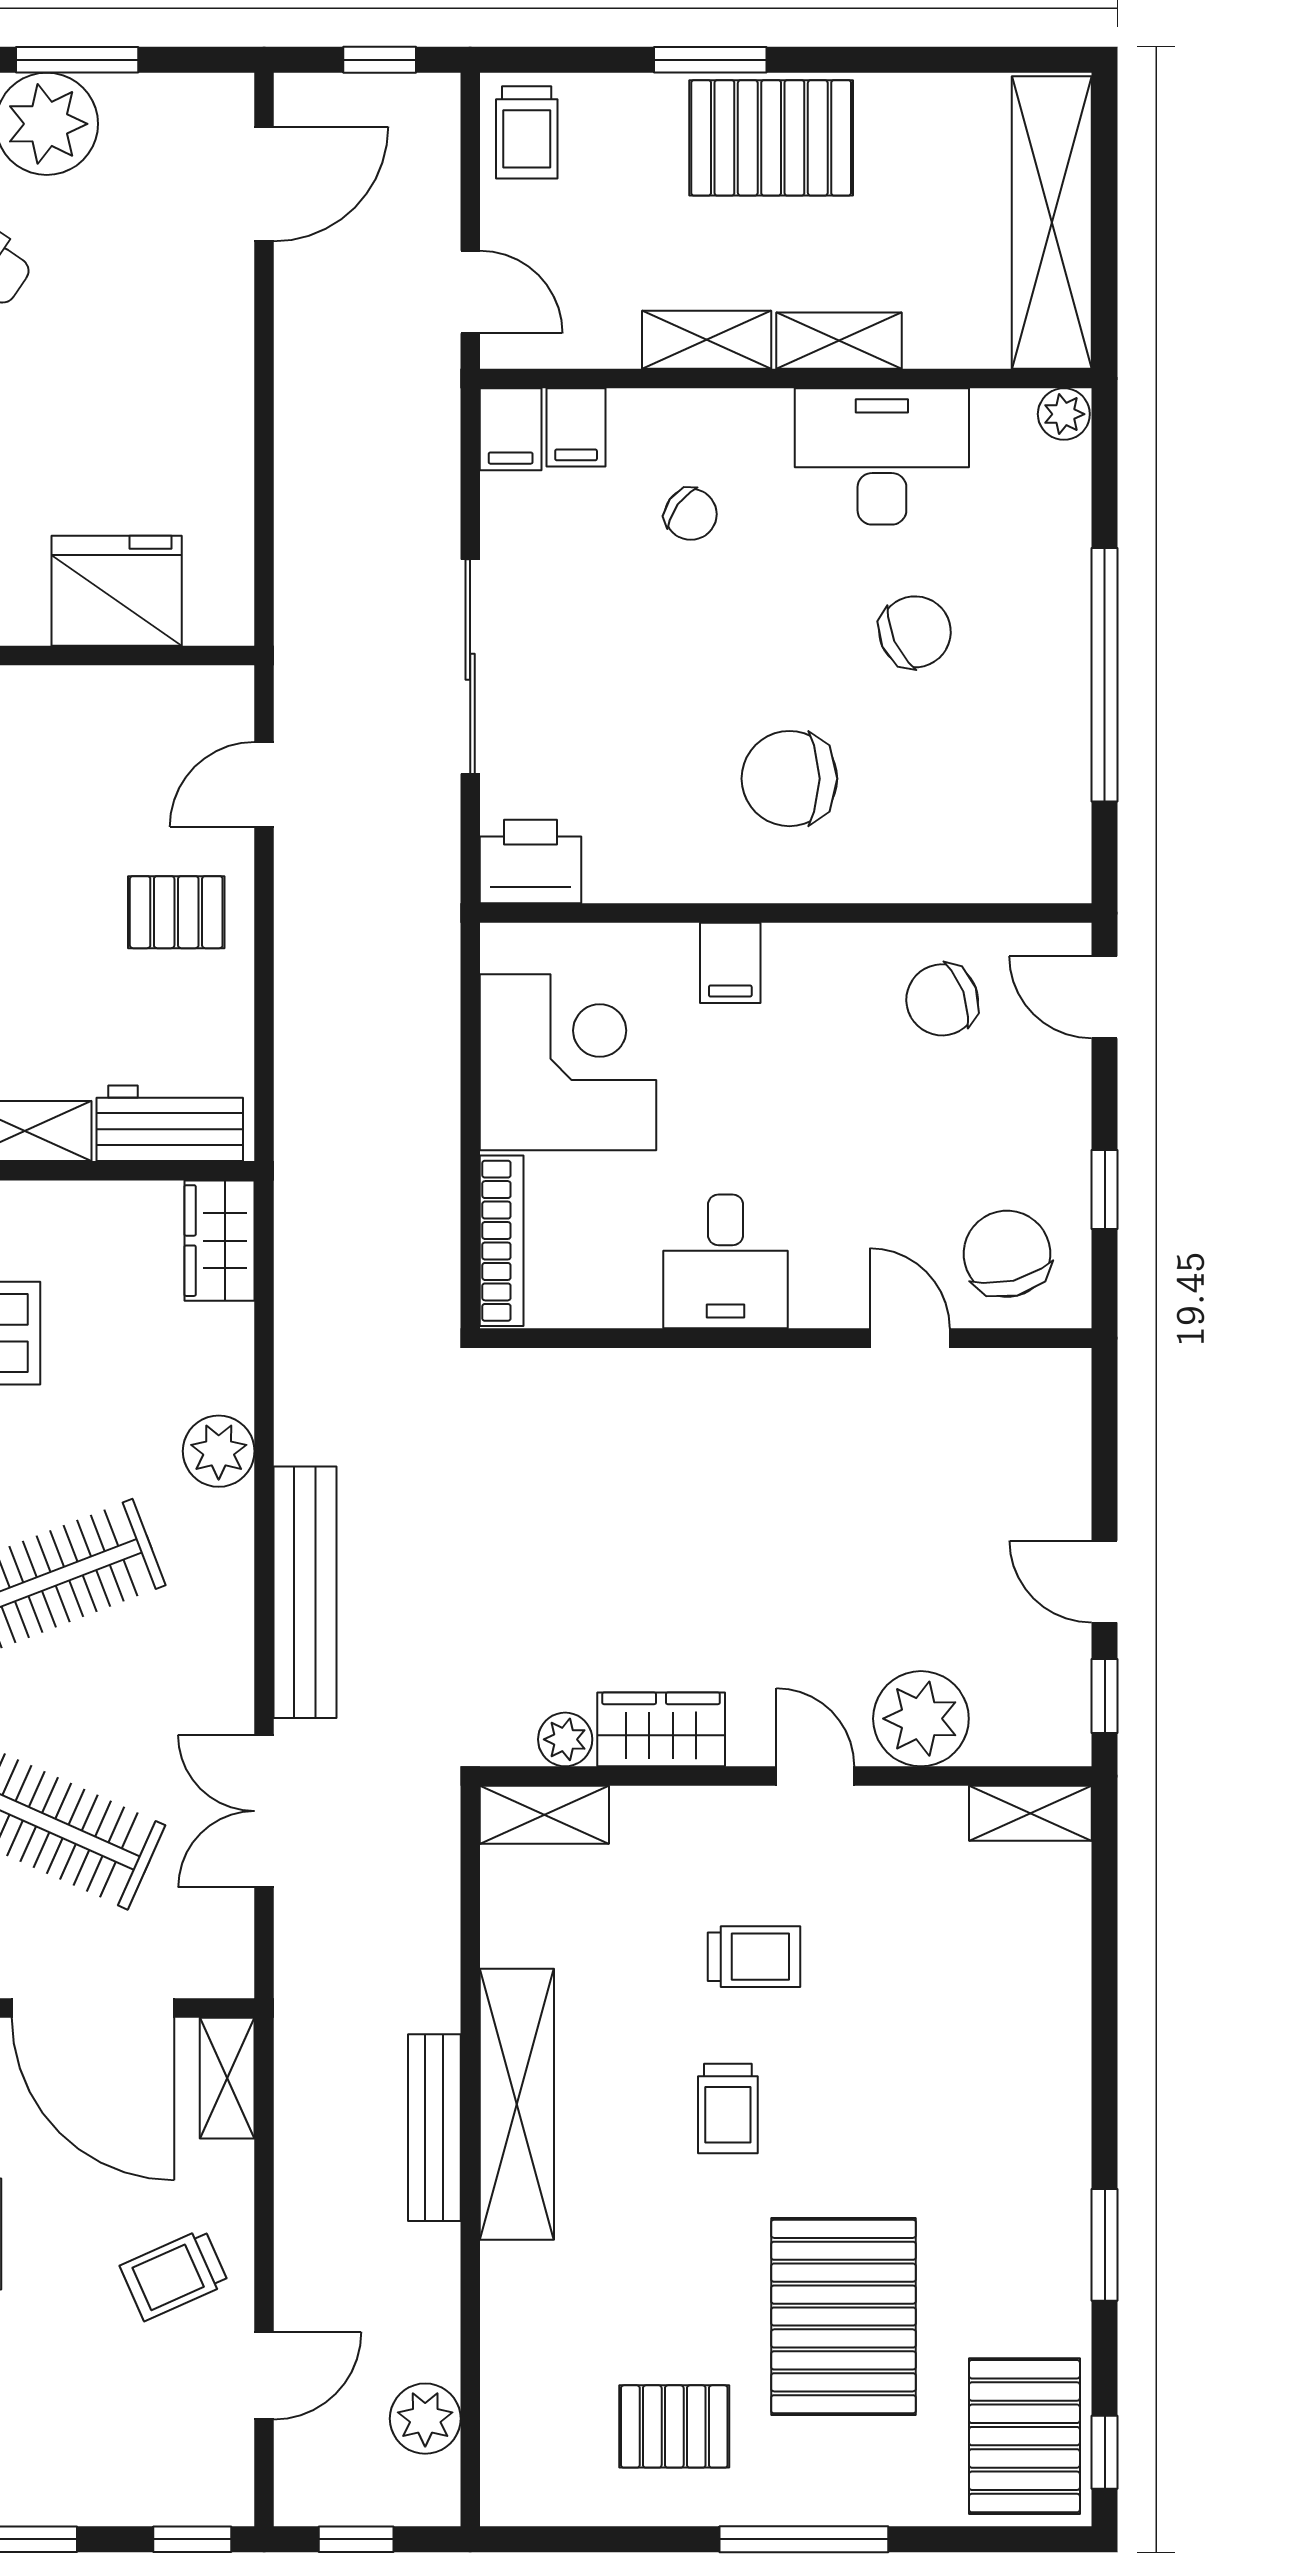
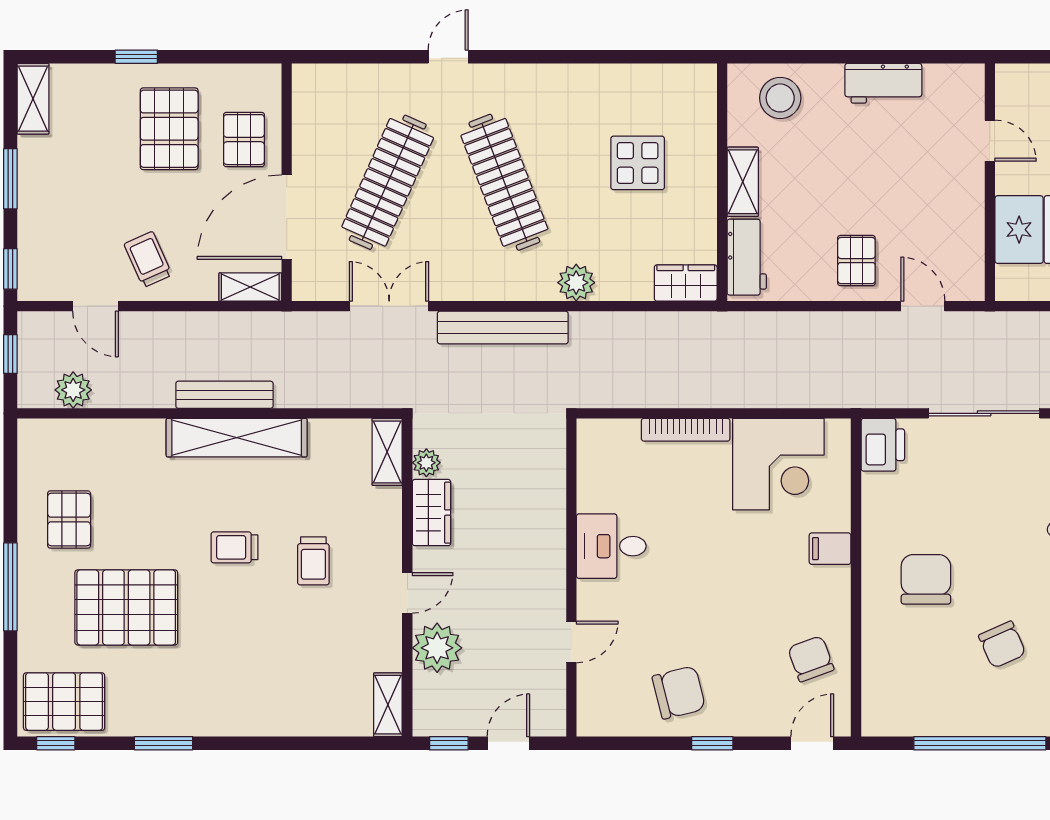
desk: (726, 1261) -> (611, 546), moved
wall: (786, 1338) -> (571, 577), moved
door: (910, 1338) -> (571, 642), moved

